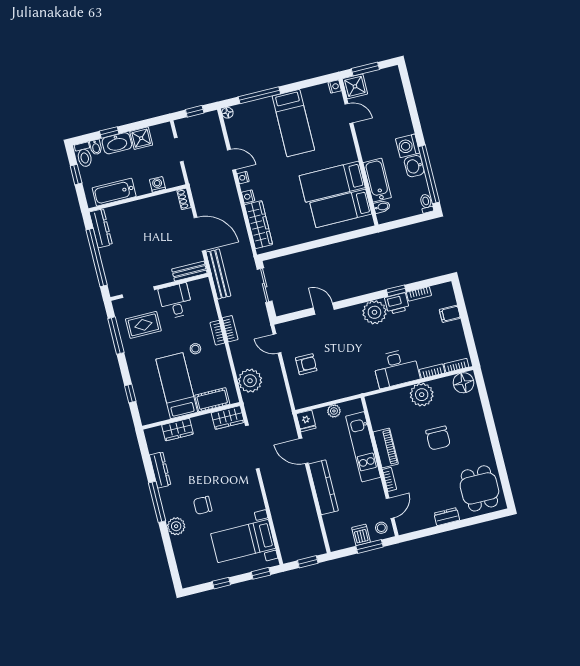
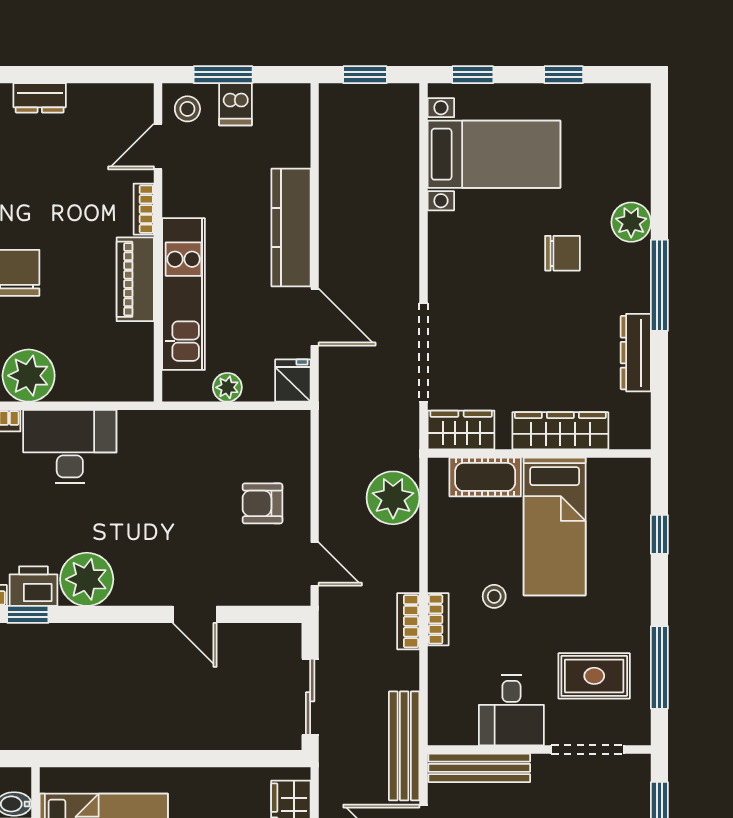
bench: (189, 271) -> (479, 768), width x1.36
wardrobe: (178, 430) -> (560, 431), width x1.50

